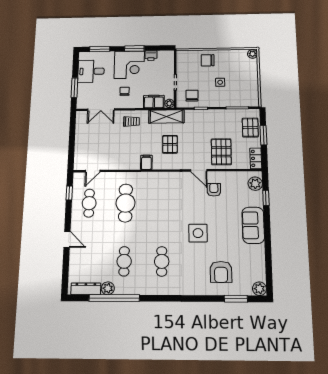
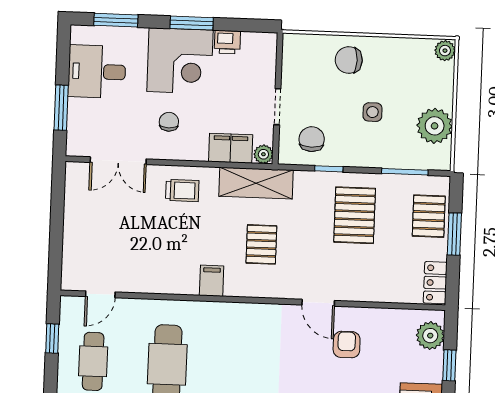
plant: (250, 87) -> (435, 126), added
pallet: (221, 152) -> (355, 215), moved

